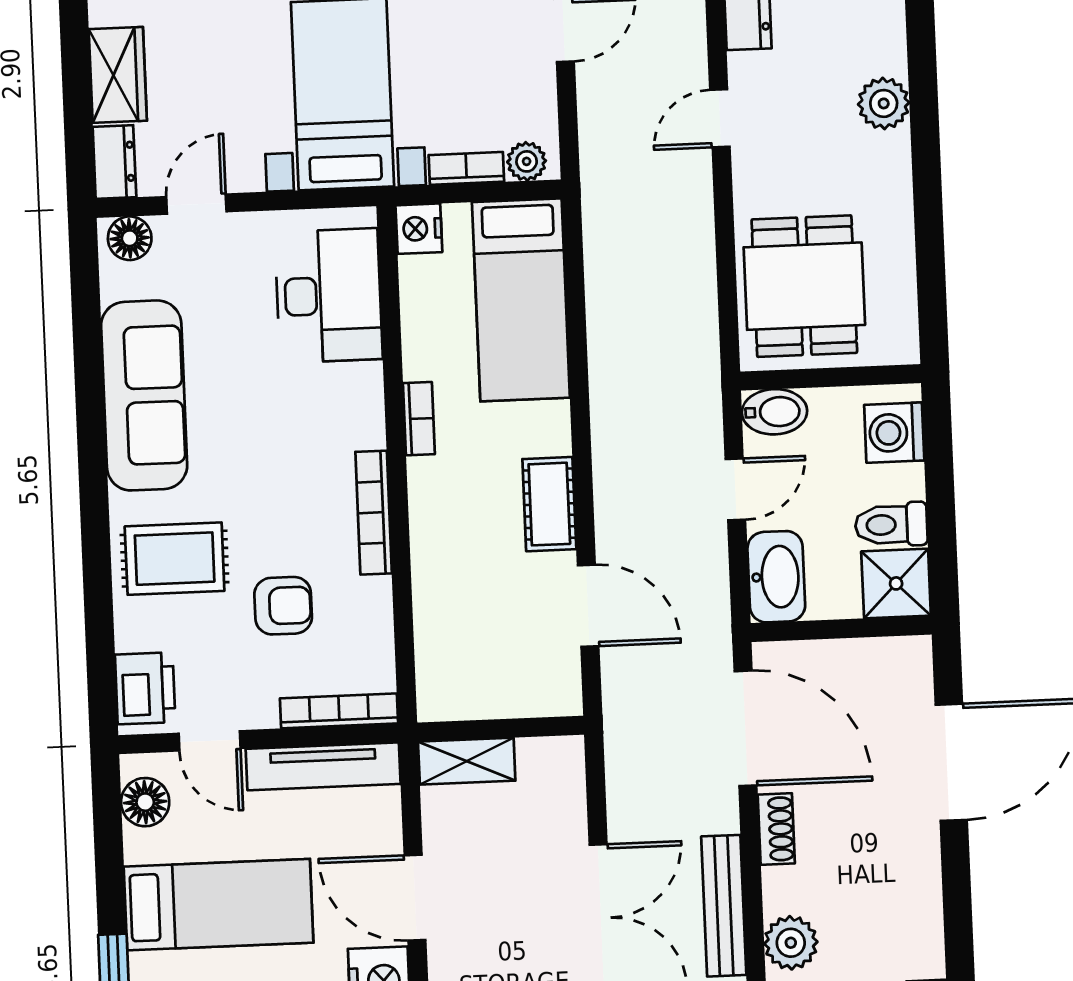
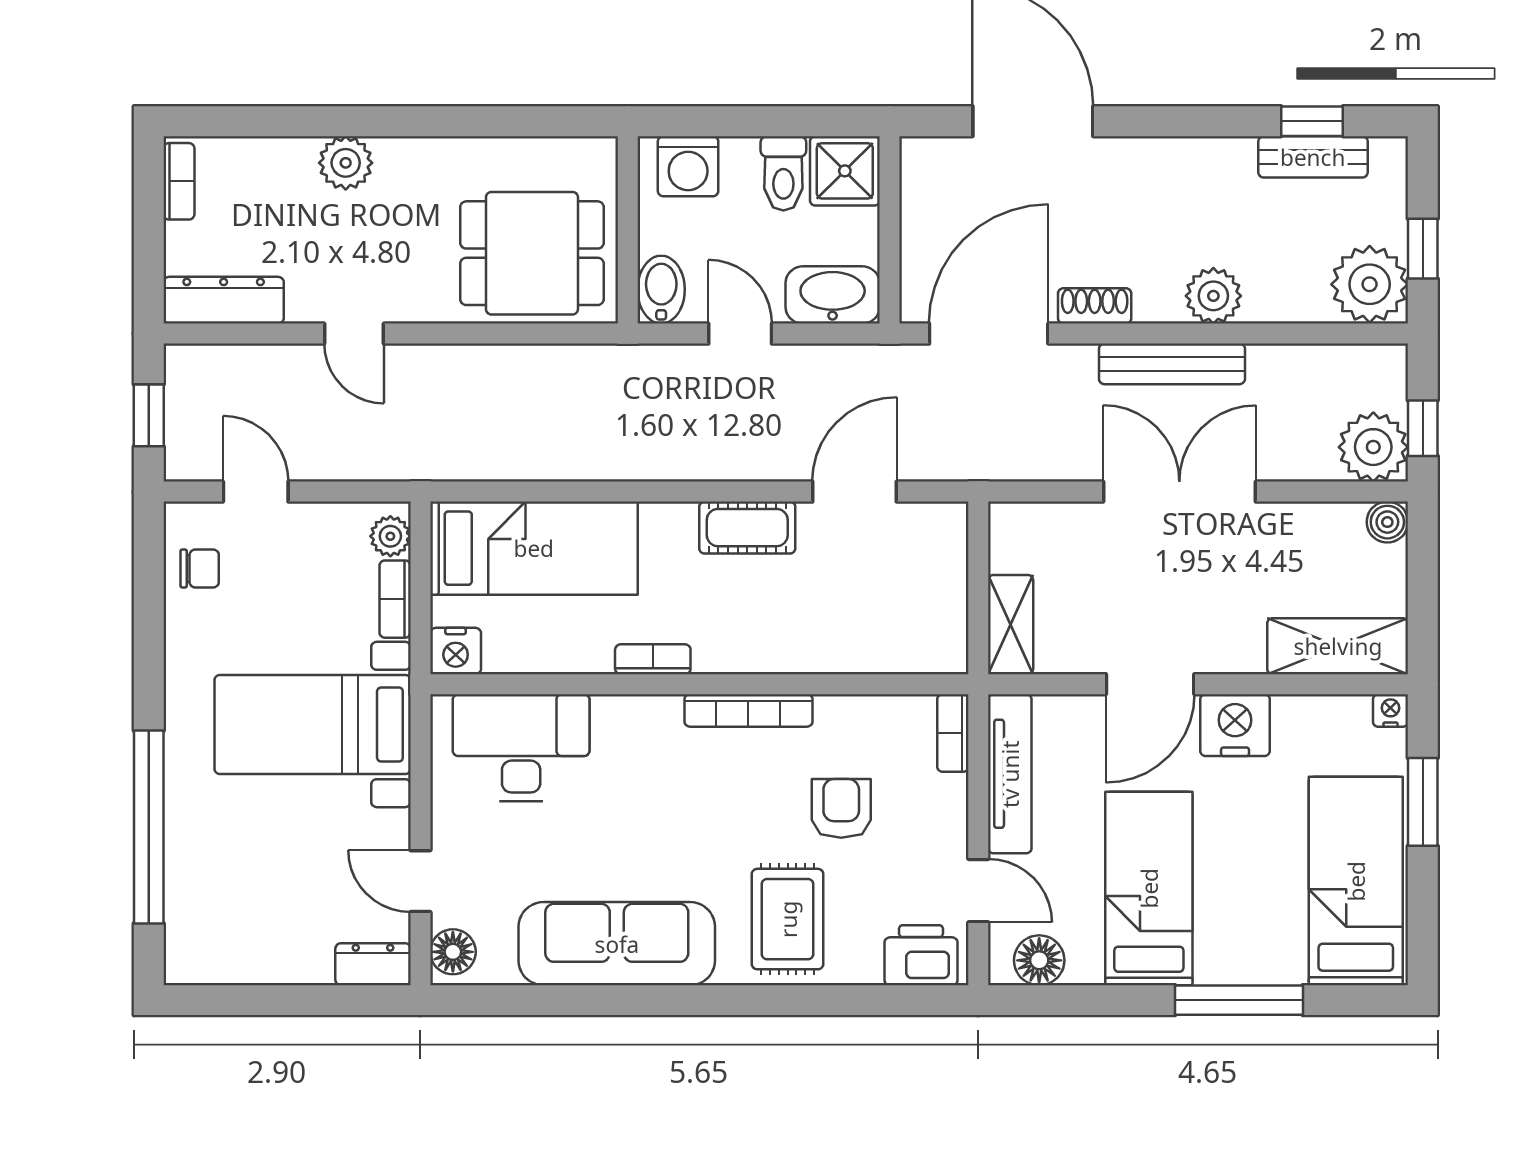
wardrobe: (118, 75) -> (283, 957), removed
bookcase: (339, 711) -> (953, 733), width x0.64
door: (210, 741) -> (978, 891), hinge flipped

